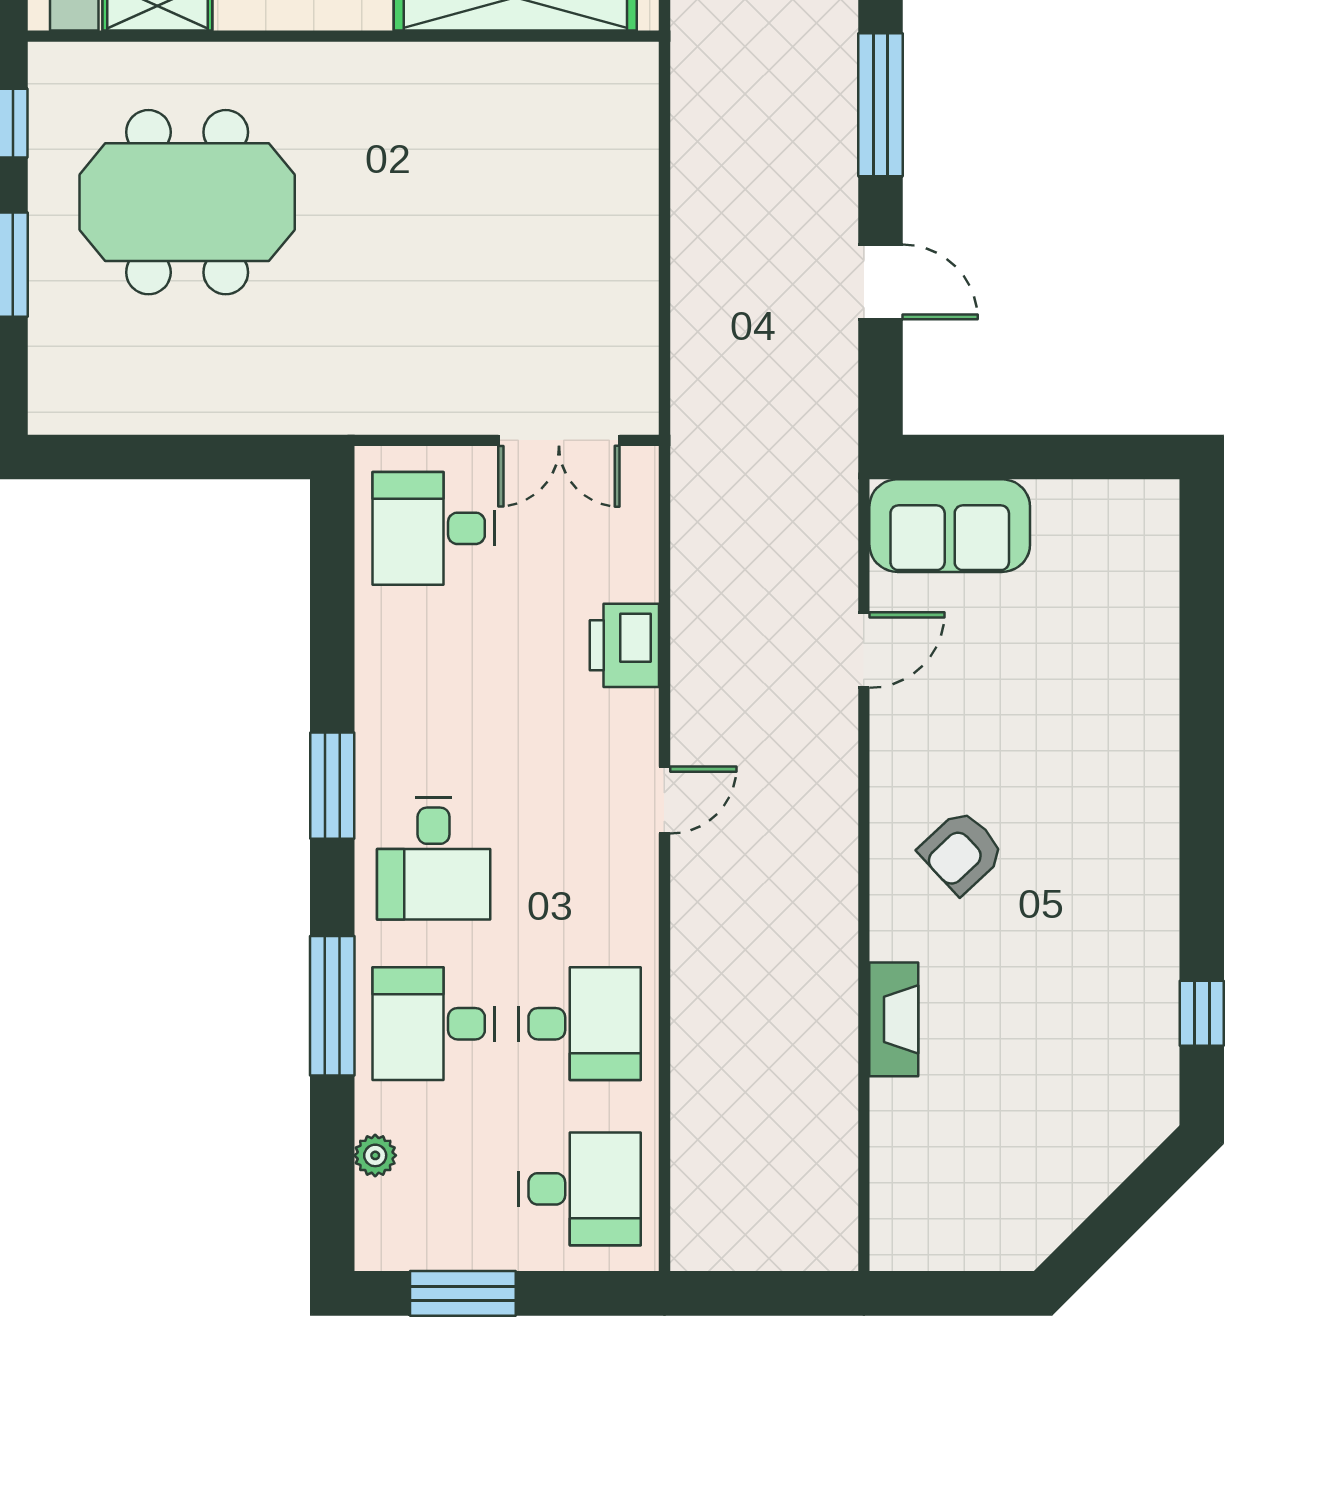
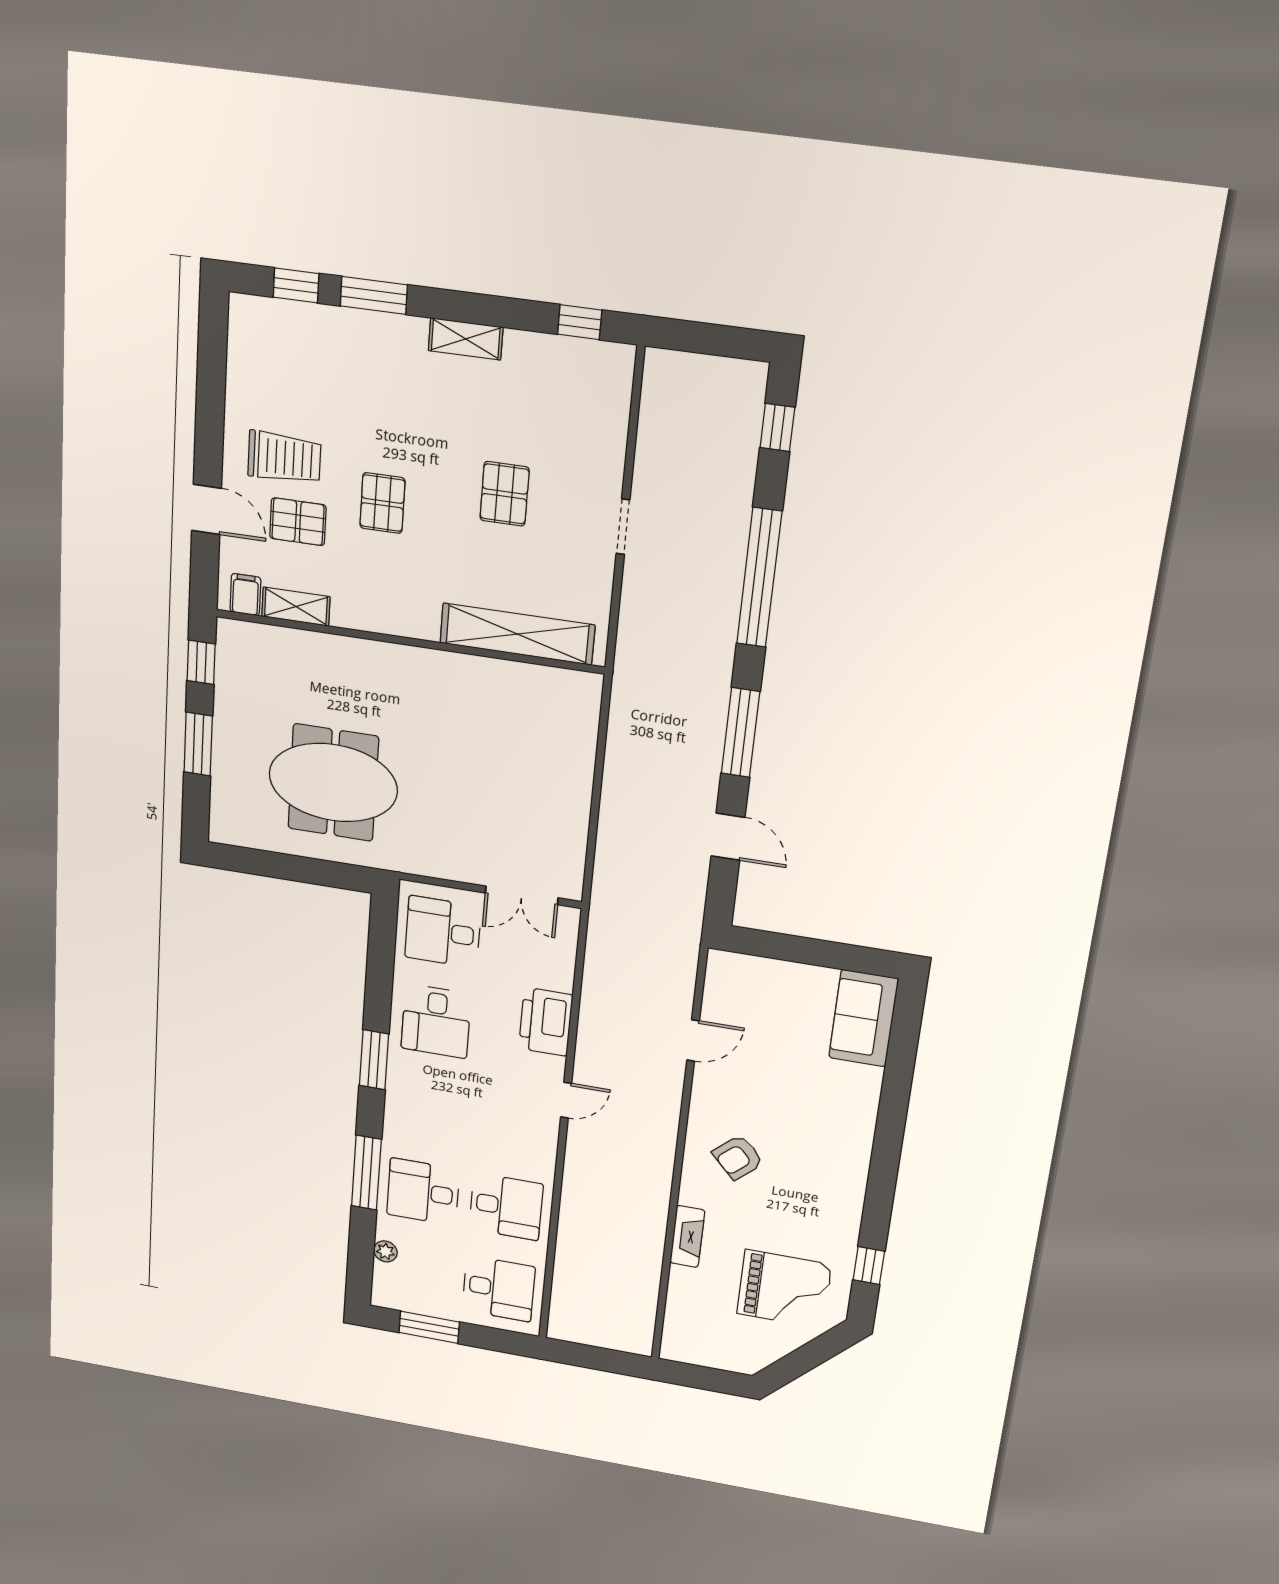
meeting table: (187, 202) -> (333, 783), moved
sofa: (950, 526) -> (864, 1018), moved, turned 90
printer: (624, 645) -> (546, 1022), width x1.37, depth x1.19
desk: (434, 859) -> (436, 1021), moved
grand piano: (1068, 1088) -> (784, 1289), added

